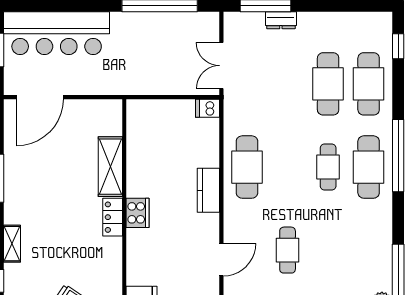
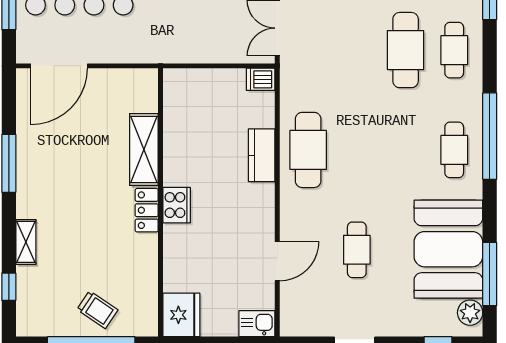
cafe table: (369, 84) -> (454, 50), width x0.73, depth x0.74
cafe table: (328, 167) -> (406, 150), removed
cafe table: (369, 167) -> (454, 150), width x0.73, depth x0.74
kitchen counter: (208, 190) -> (262, 155), moved
booth: (364, 250) -> (448, 249), added

